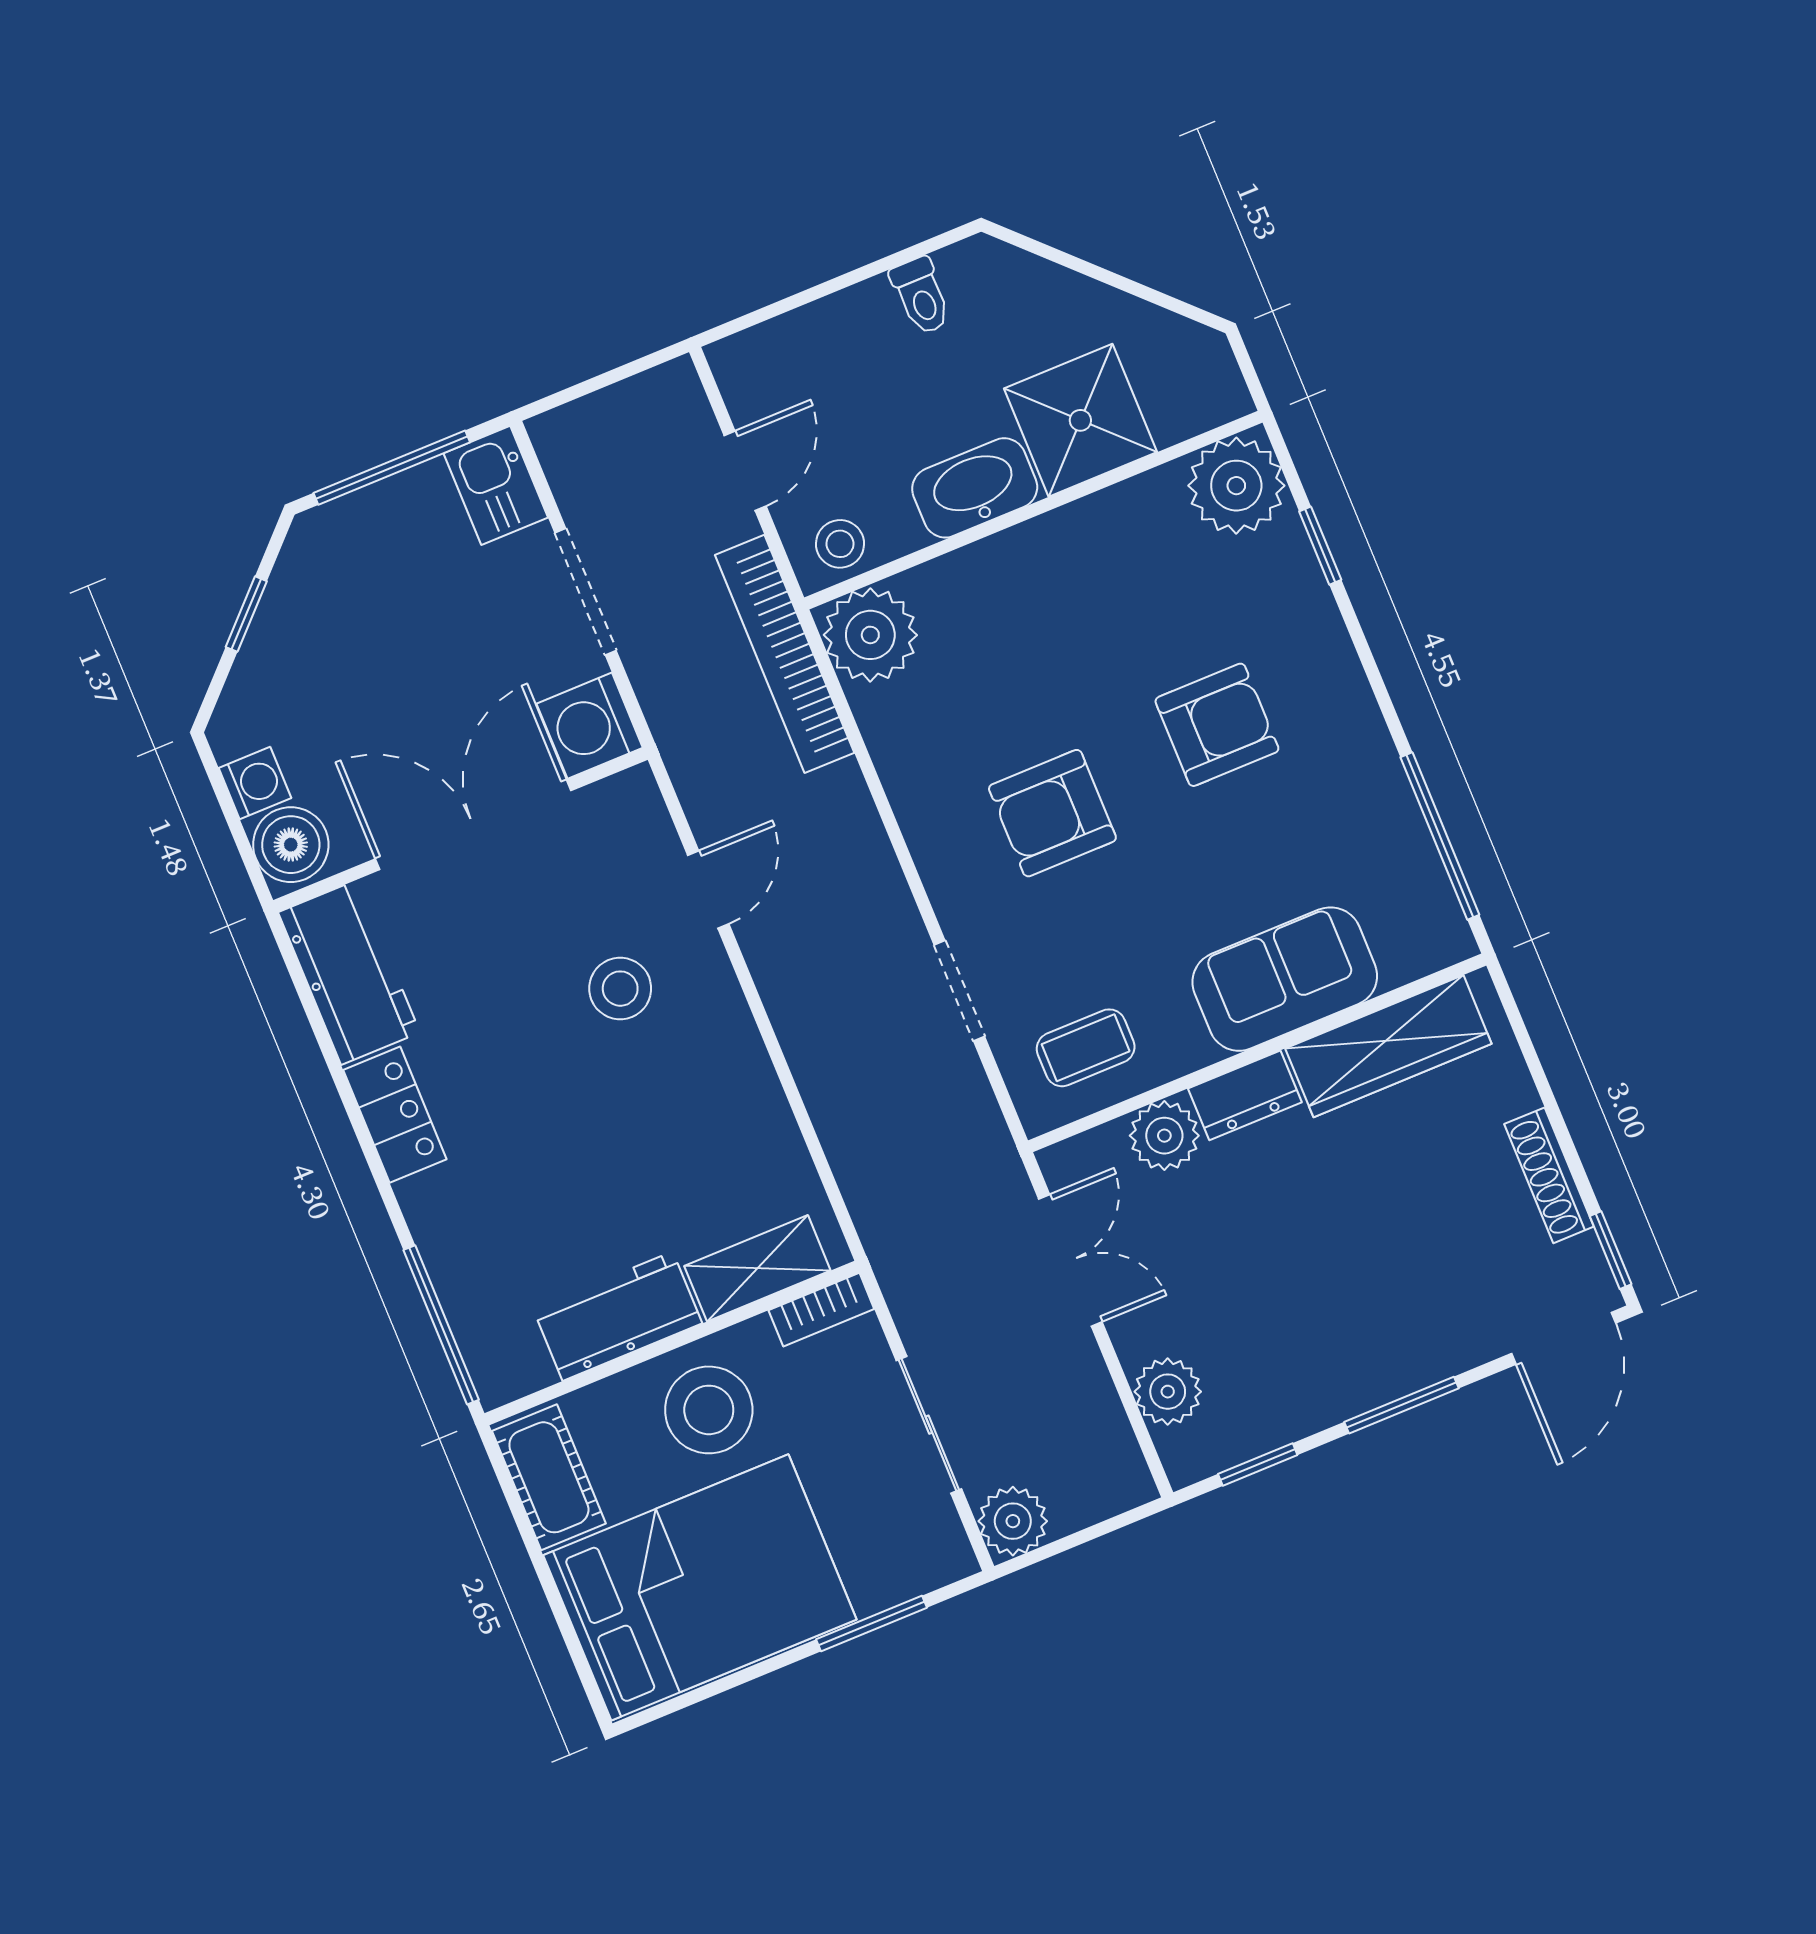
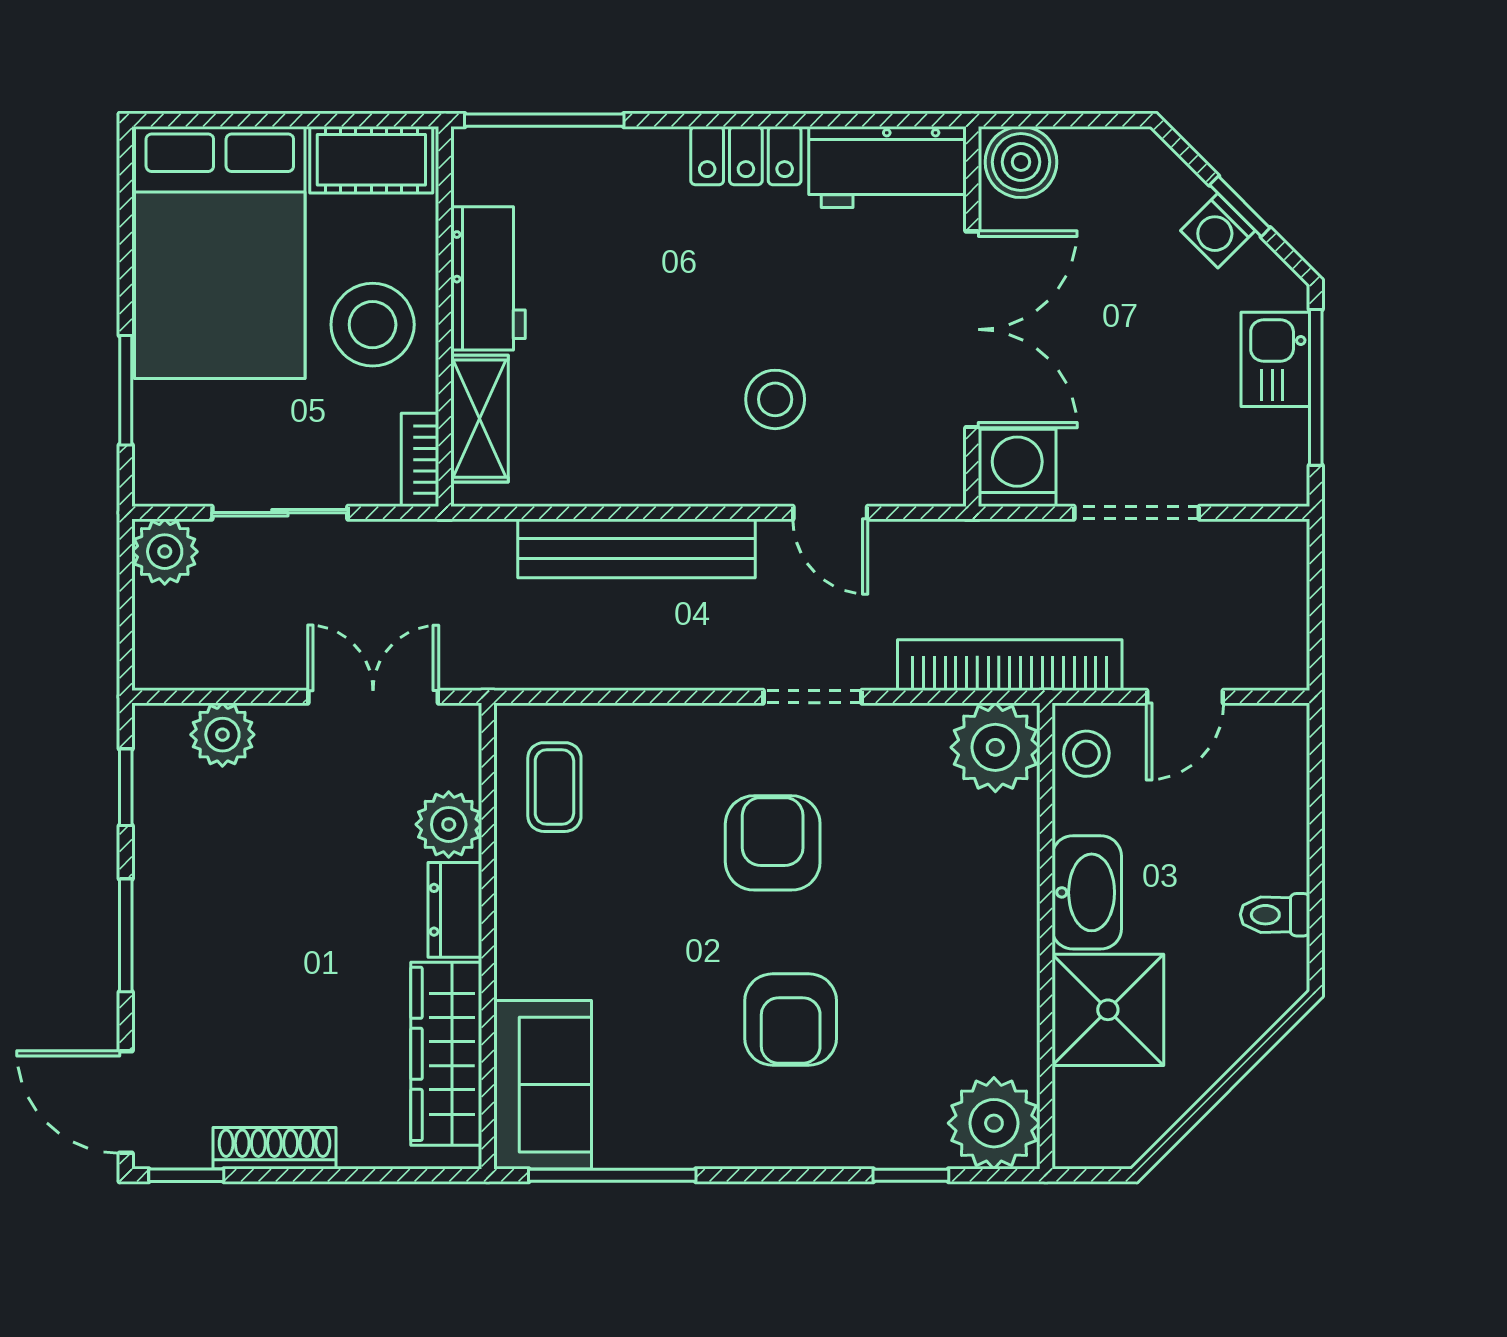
door: (745, 471) -> (1185, 697), hinge flipped
kitchen sink: (496, 485) -> (1275, 359), moved, turned -90
washing machine: (255, 783) -> (1218, 231), moved, turned 45
sofa: (1285, 979) -> (543, 1085), moved
doorway: (959, 991) -> (812, 697), moved
bench: (821, 1064) -> (636, 548), added
double door: (1070, 1260) -> (373, 697), swing flipped

